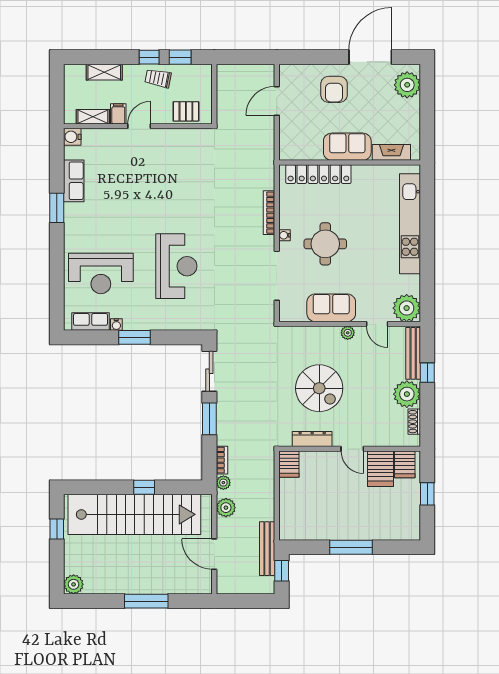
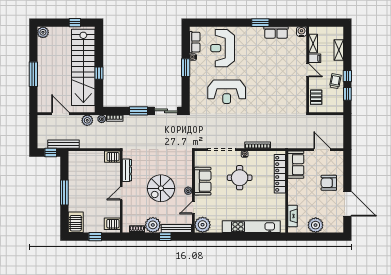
plant: (407, 85) -> (316, 225), moved
sofa: (347, 147) -> (296, 165), moved
spiral stairs: (319, 388) -> (161, 188), moved
server rack: (380, 469) -> (76, 222), moved, turned 90
door: (214, 554) -> (60, 114), hinge flipped

